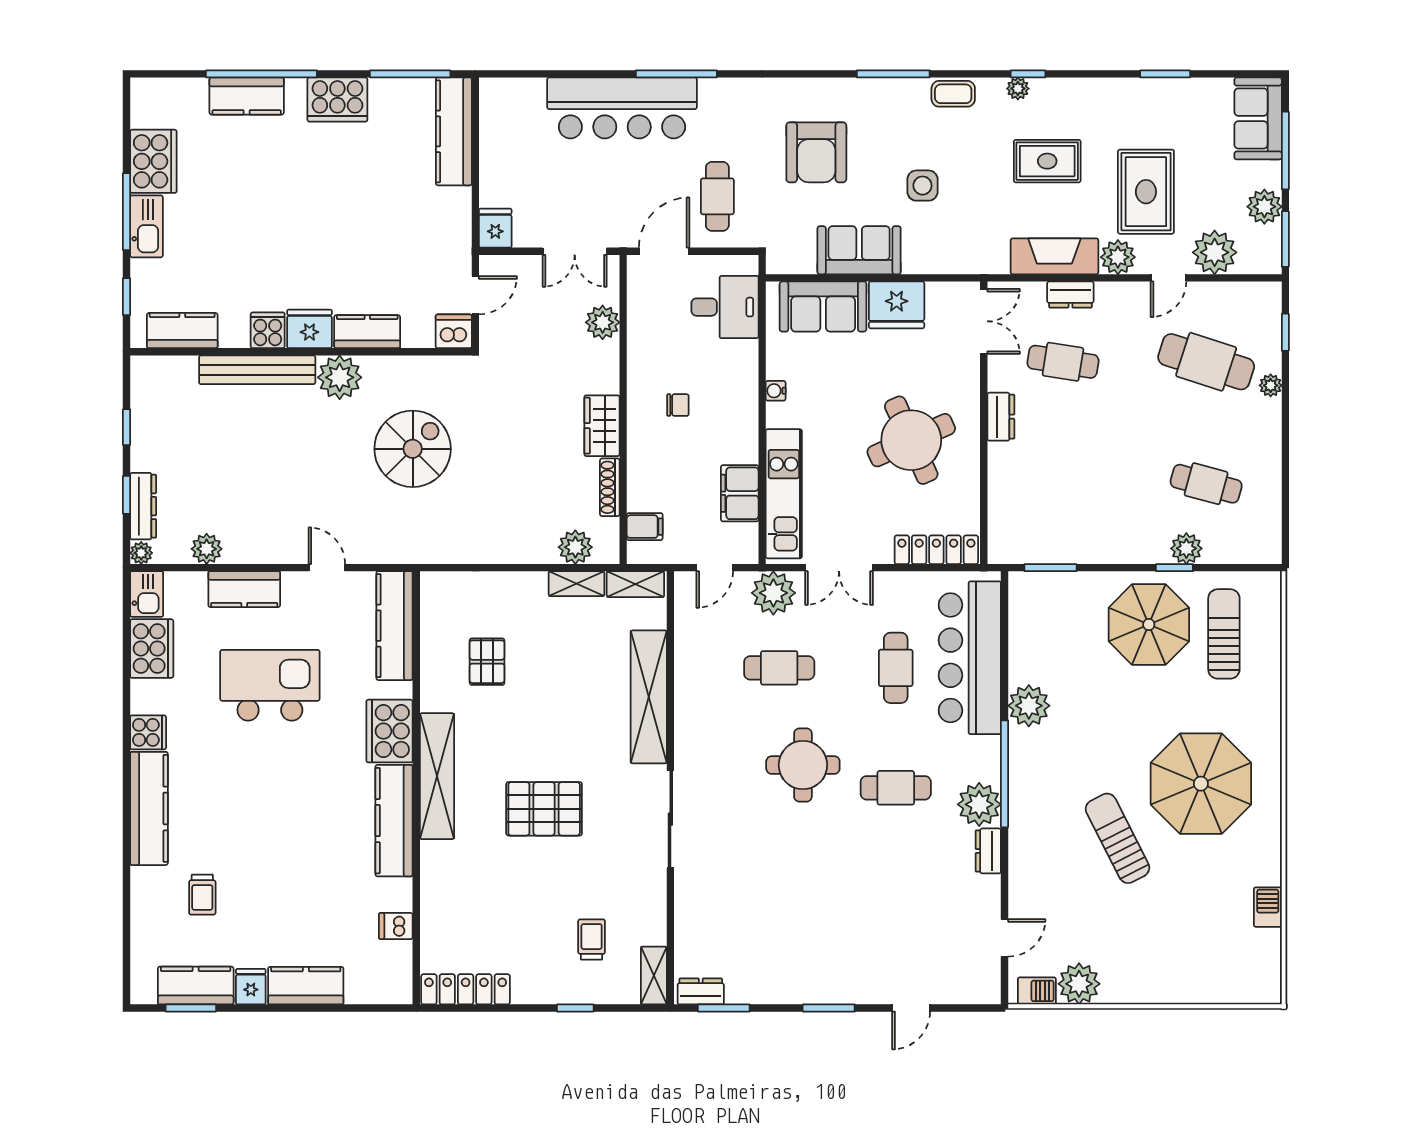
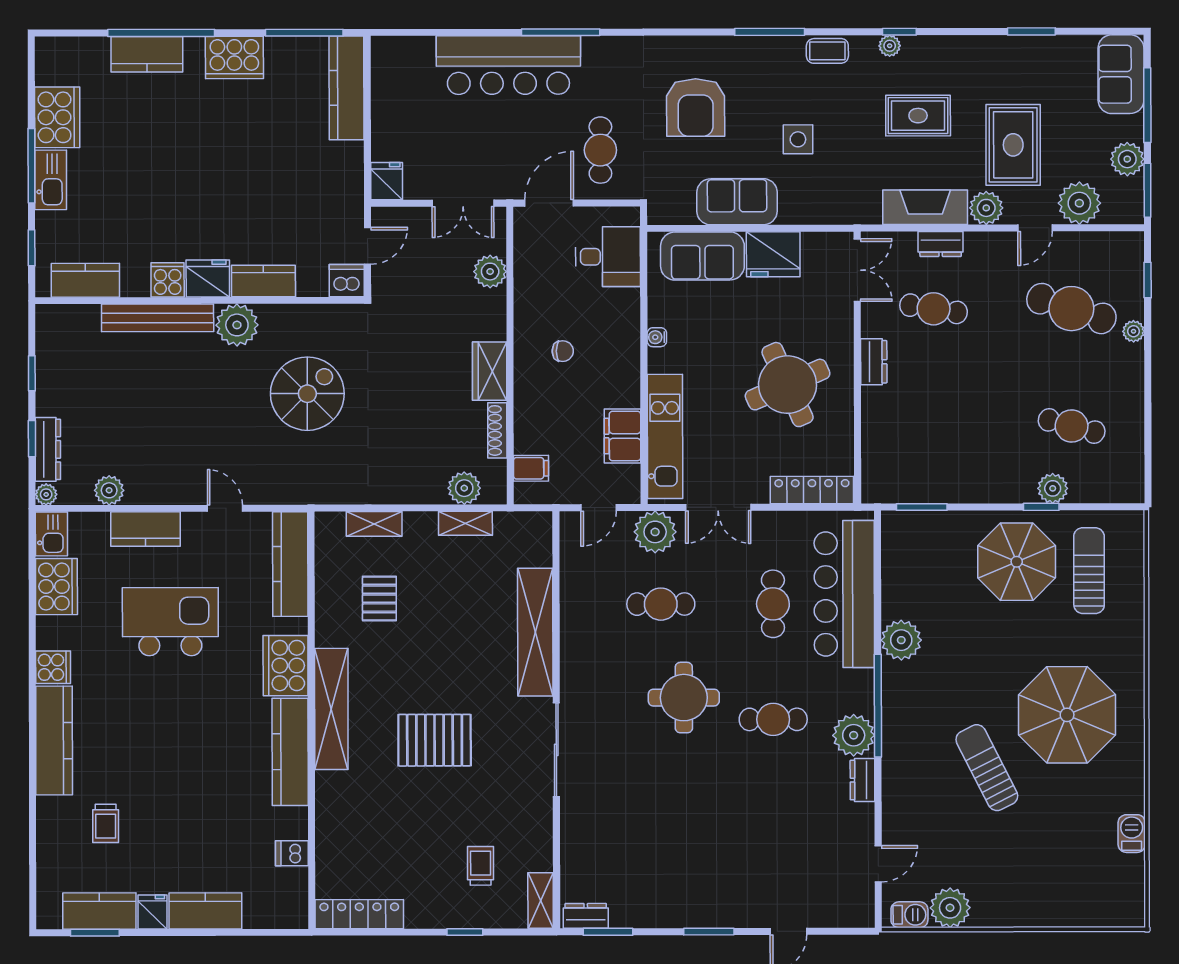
shelving: (635, 584) -> (374, 524), moved

